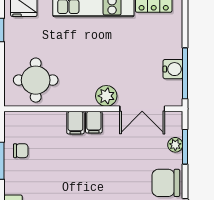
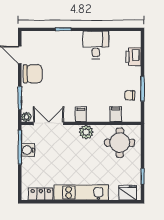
plant: (106, 96) -> (86, 132), moved
filing cabinet: (75, 123) -> (116, 114), moved
plant: (175, 145) -> (26, 117), moved

